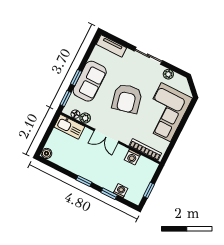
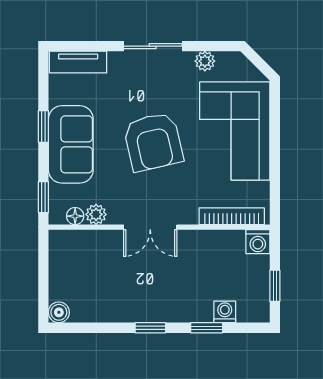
window: (76, 78) -> (43, 126), moved
kitchen sink: (69, 127) -> (76, 244), removed
washing machine: (132, 157) -> (258, 242), moved

